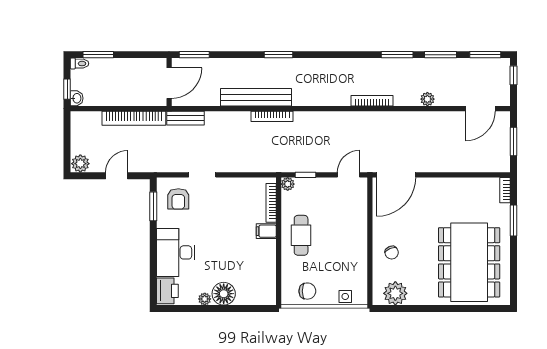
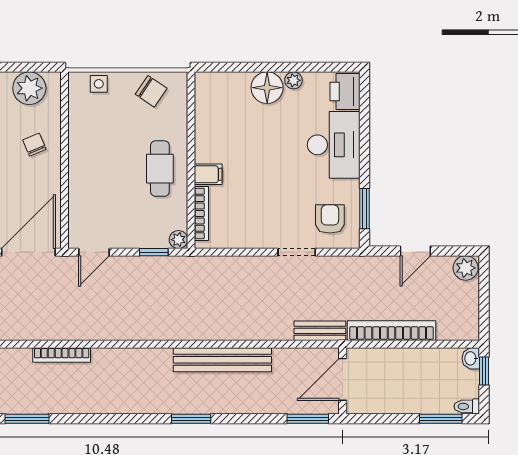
bookcase: (272, 116) -> (200, 333), removed
chair: (307, 291) -> (151, 91), turned -146

